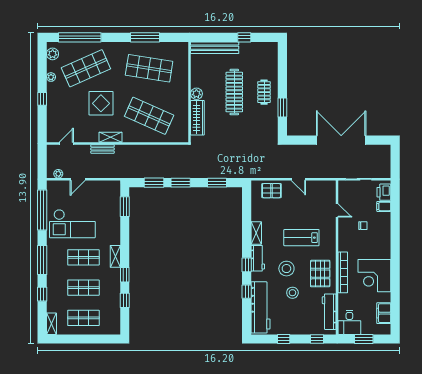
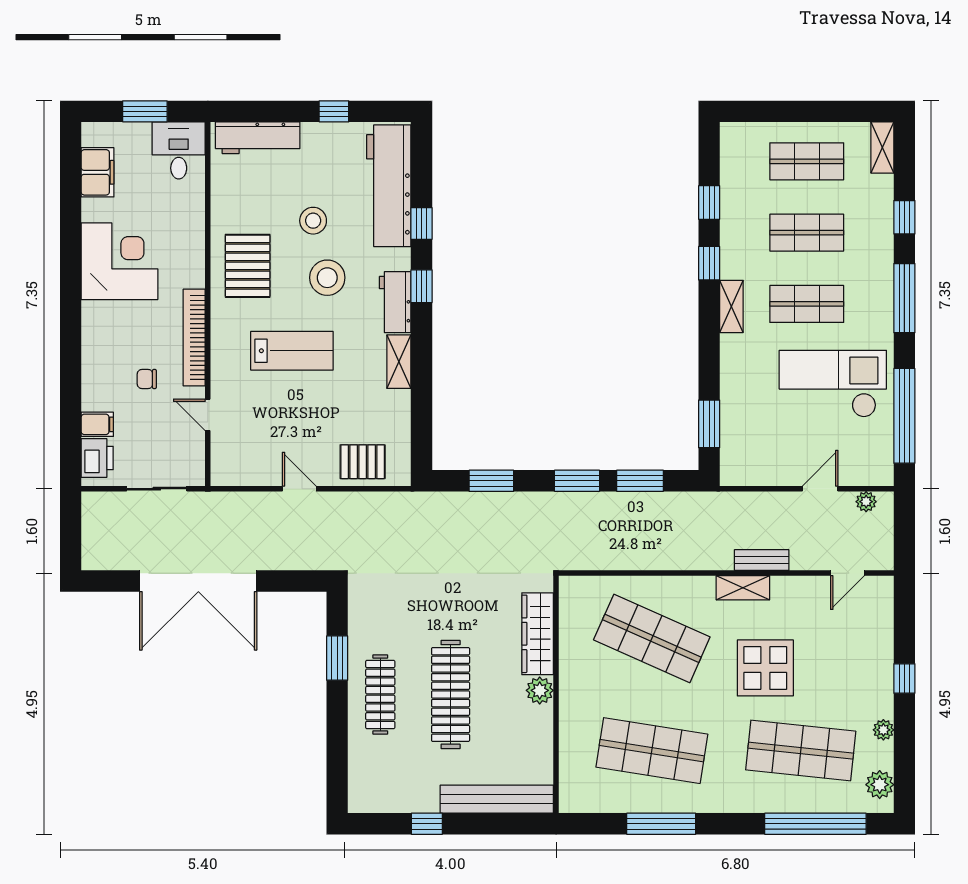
shop shelf: (86, 68) -> (801, 751), turned 30
clothes rail: (264, 92) -> (380, 694), width x1.36
bookcase: (343, 272) -> (194, 338), moved
workbench: (329, 312) -> (258, 138), moved, turned 90
window: (317, 339) -> (255, 111), removed

